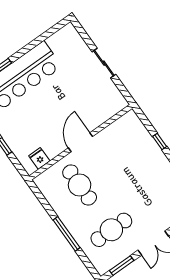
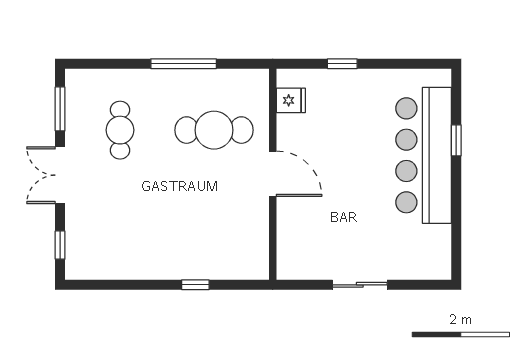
cafe table: (111, 230) -> (120, 130), width x0.73, depth x0.74
window: (67, 234) -> (184, 64), moved

